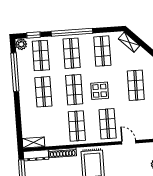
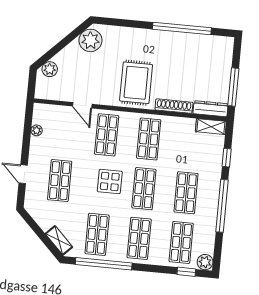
window: (72, 32) -> (104, 264), moved
window: (15, 72) -> (222, 206), moved
window: (18, 122) -> (227, 158), added

